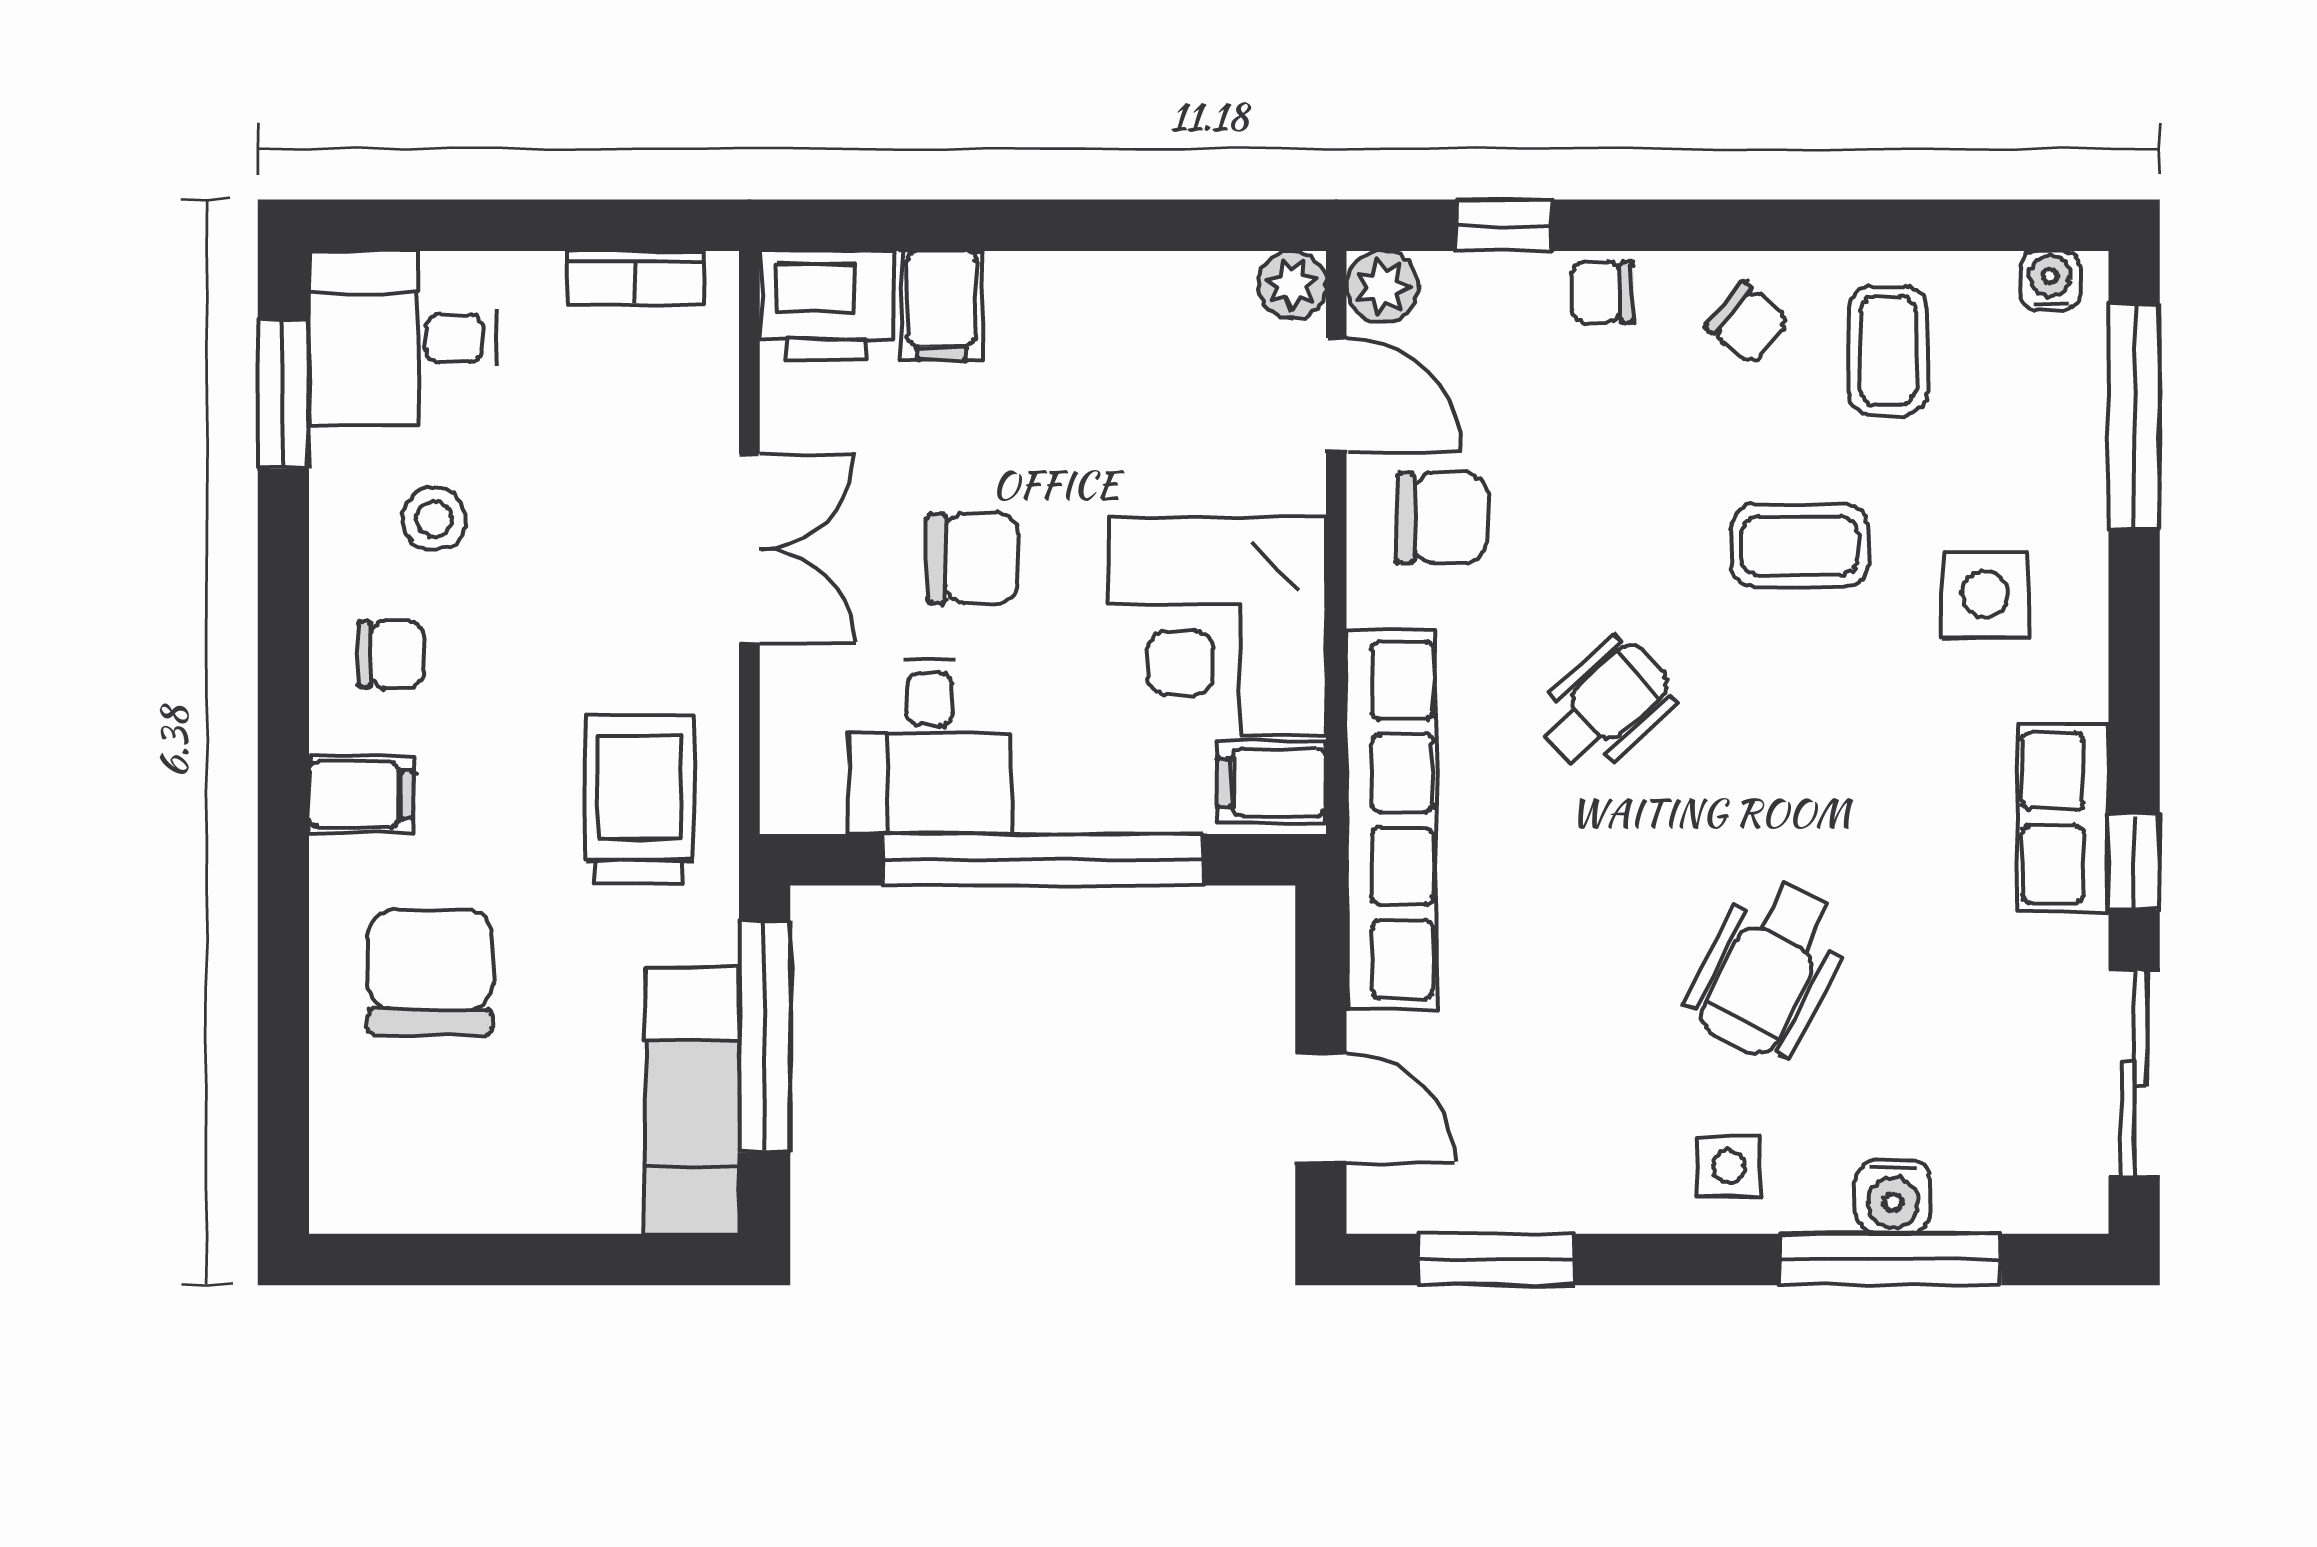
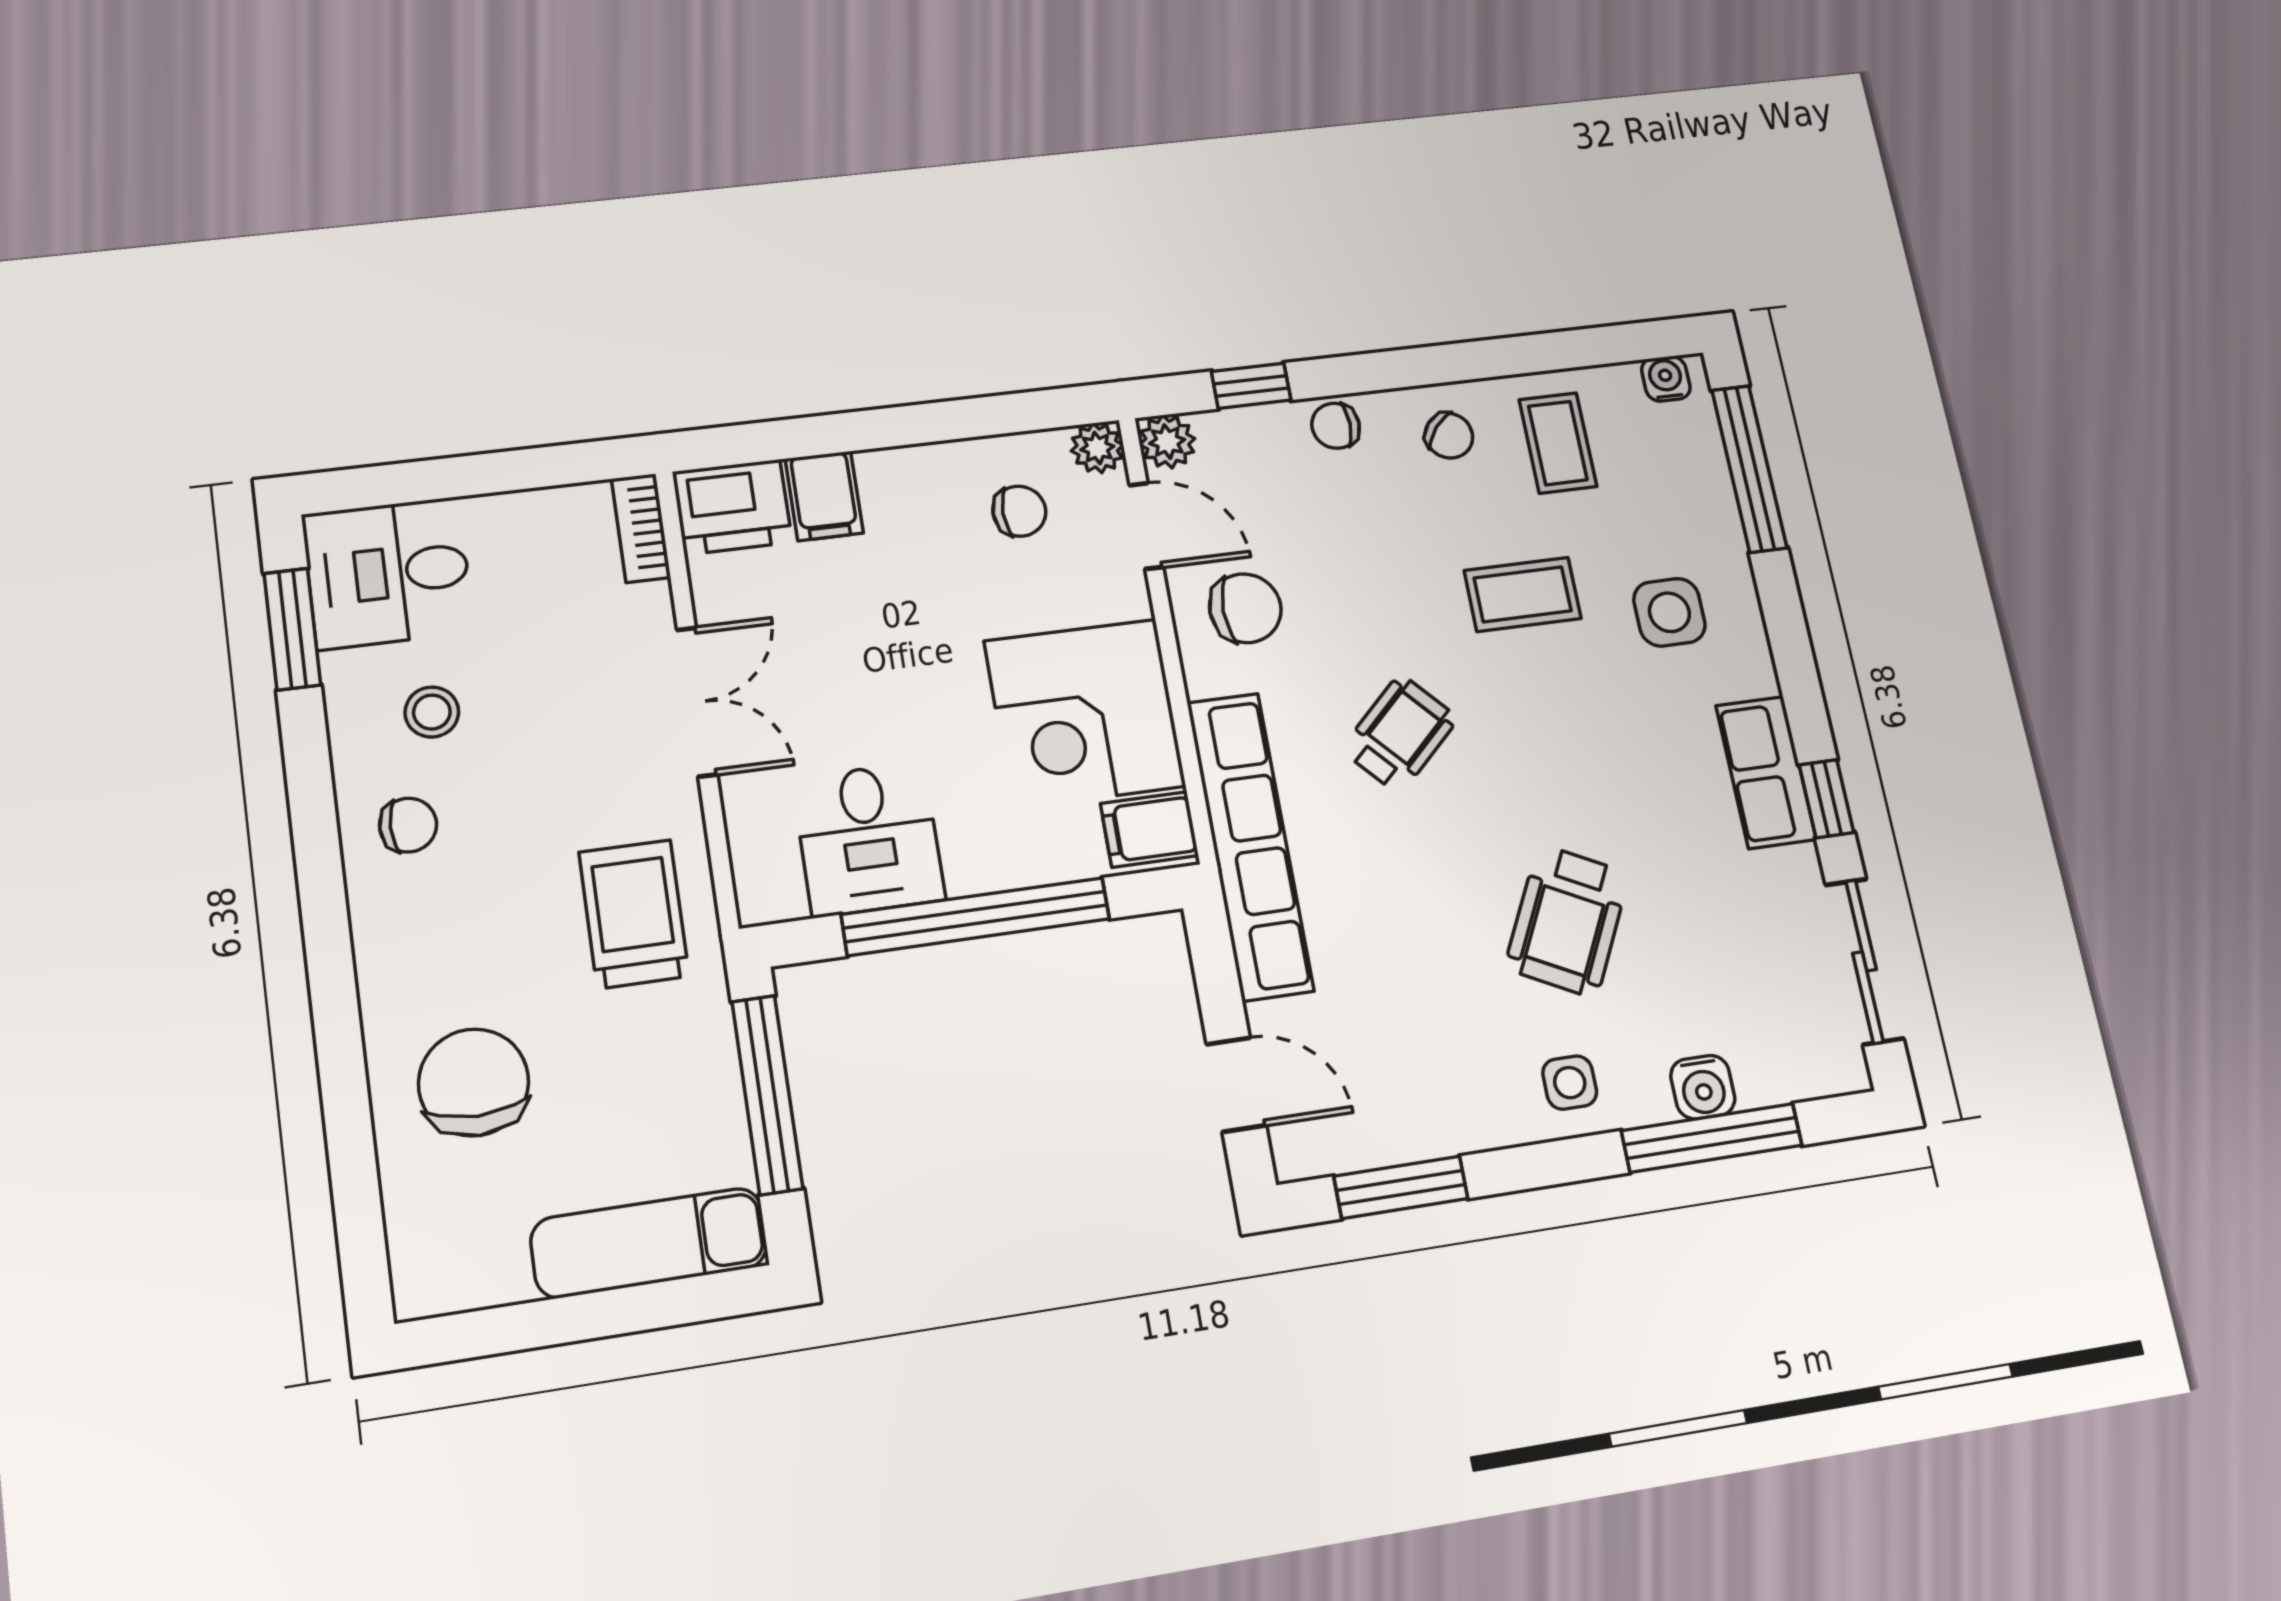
bookcase: (635, 278) -> (641, 528), moved, turned 90
chair: (973, 559) -> (1019, 511), moved, width x0.73, depth x0.73
filing cabinet: (361, 795) -> (396, 943), removed
exam couch: (692, 1100) -> (649, 1243), moved, turned 90

